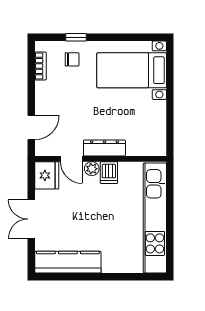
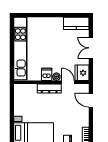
door: (31, 127) -> (91, 100), hinge flipped
double door: (31, 219) -> (91, 48), swing flipped
kitchen counter: (68, 262) -> (76, 23), width x0.67

